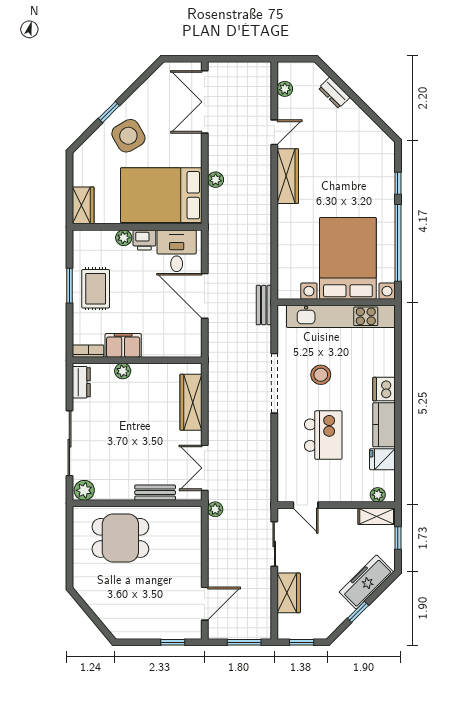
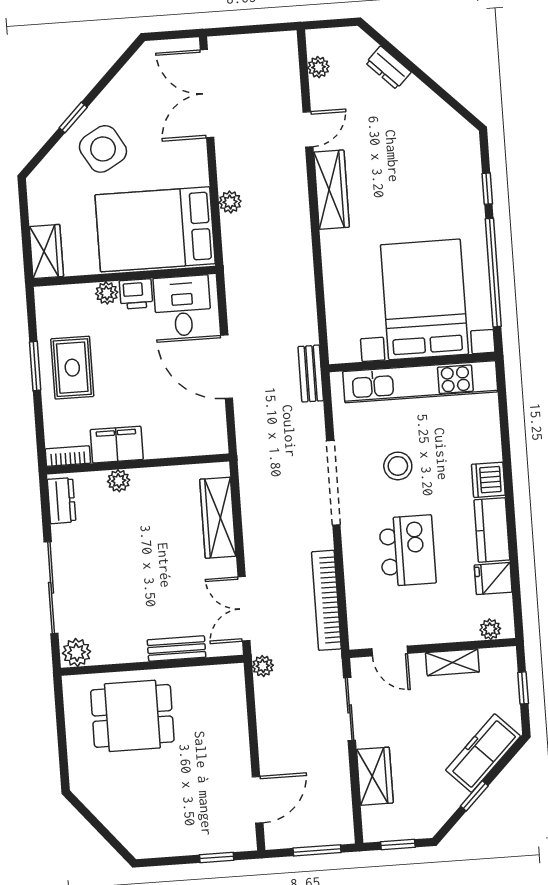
bookcase: (263, 466) -> (326, 600), added
shelving: (377, 516) -> (452, 662), moved

